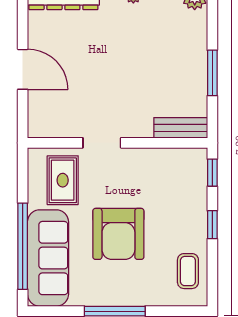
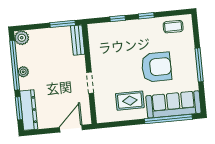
bench: (181, 128) -> (78, 40), moved
doorway: (102, 143) -> (90, 83), moved
wall: (118, 143) -> (89, 74), moved

